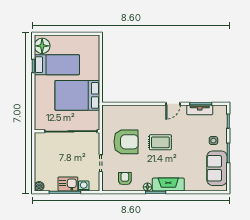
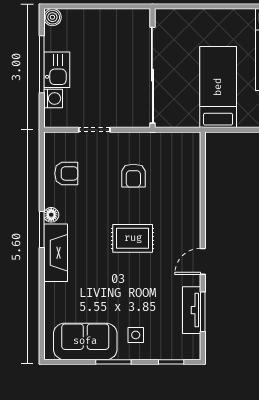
bed: (77, 95) -> (218, 87), width x0.67
door: (173, 104) -> (203, 261), hinge flipped
armchair: (126, 142) -> (133, 176), width x0.53, depth x0.53
rug: (160, 142) -> (133, 238), turned 90

